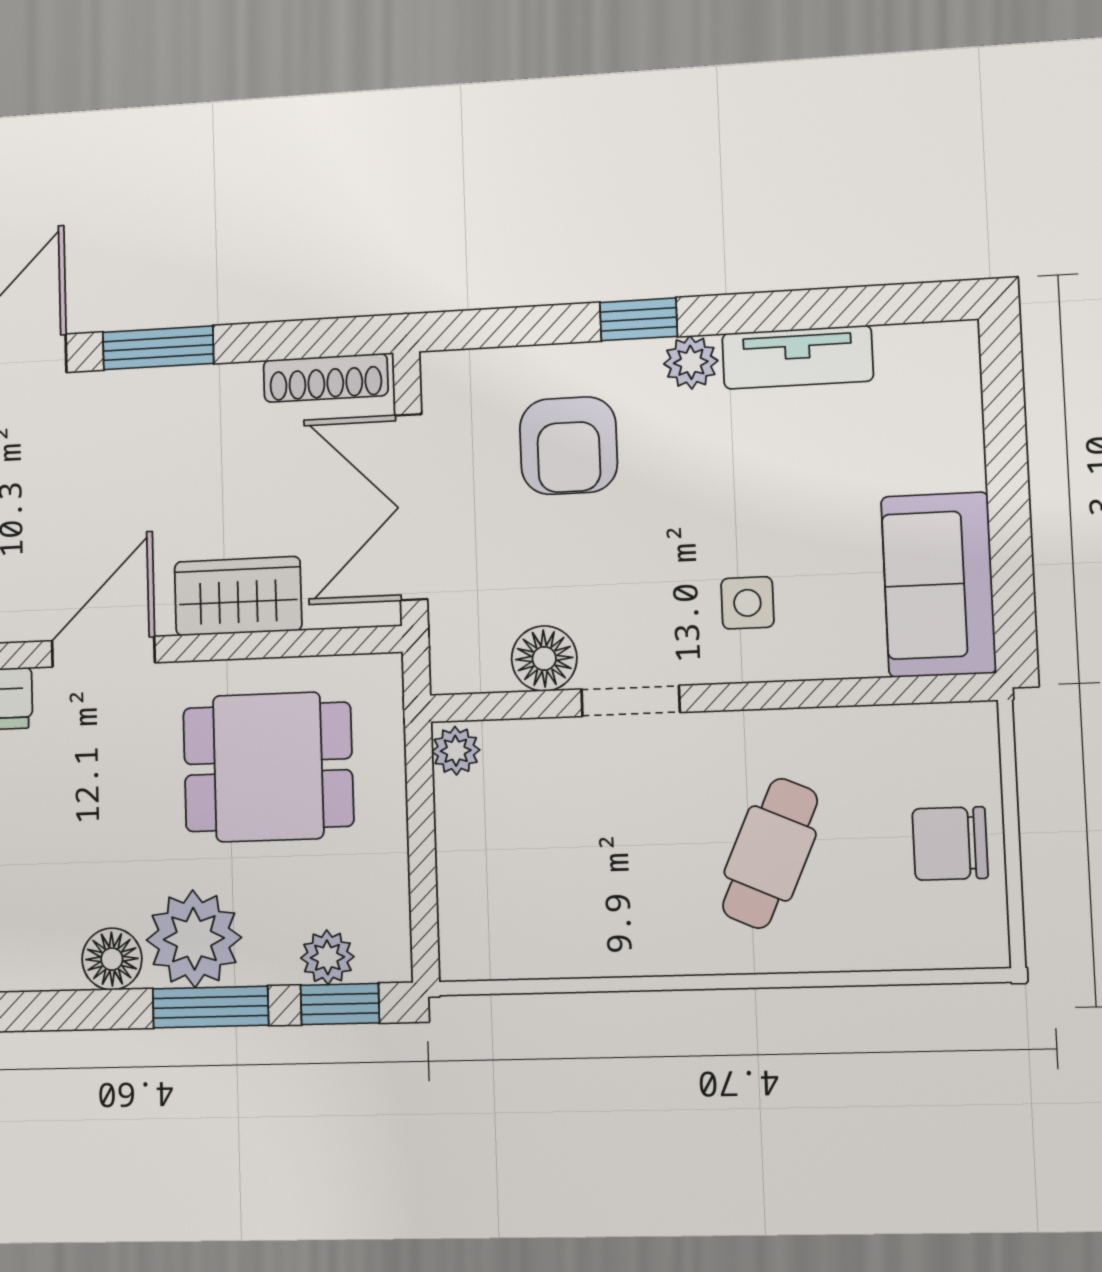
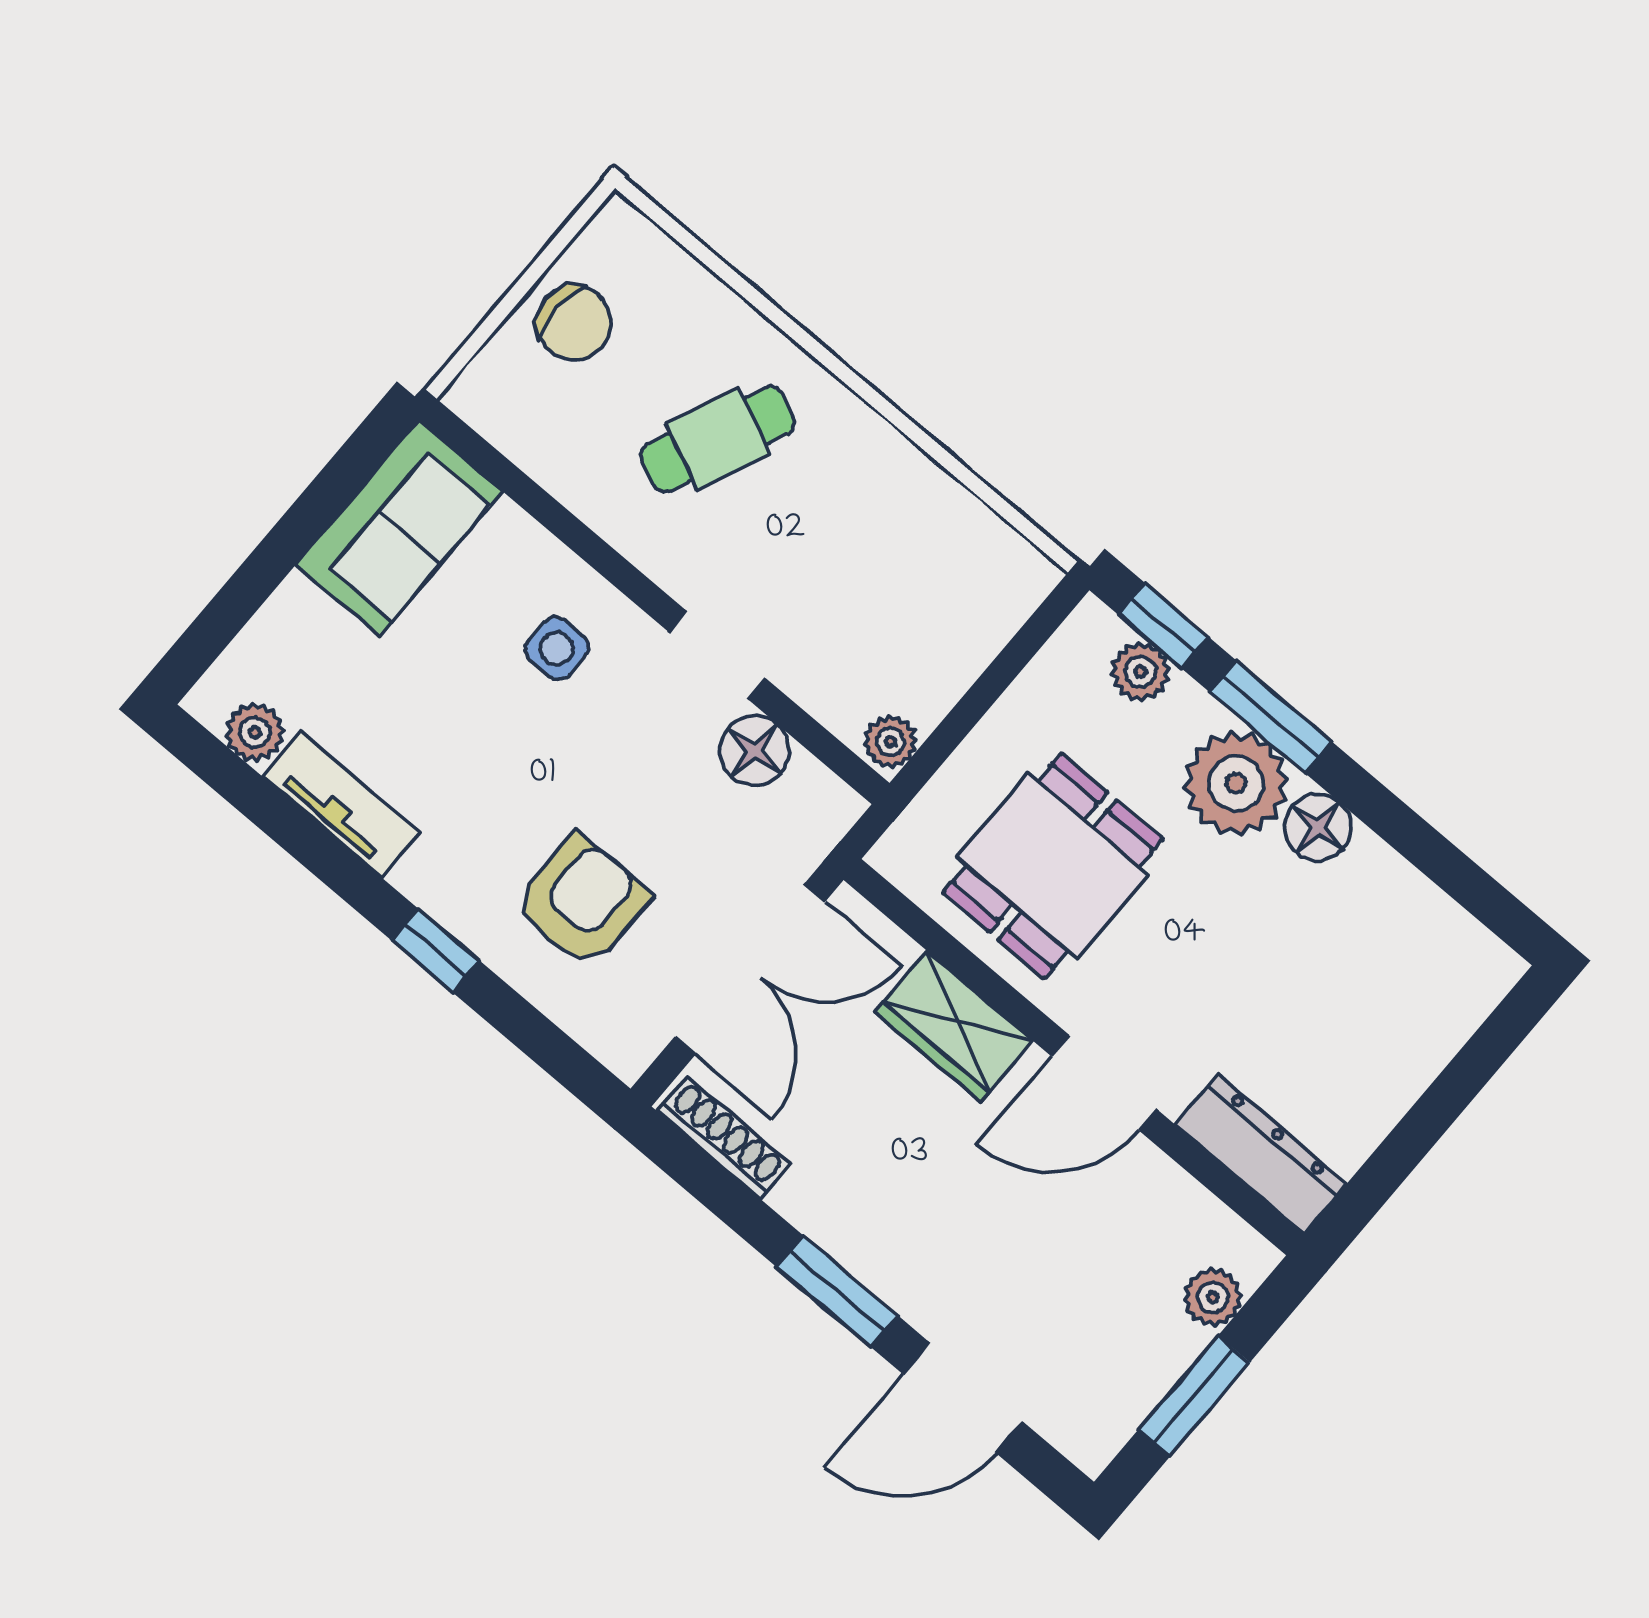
plant: (691, 362) -> (255, 732), moved
dining table: (268, 767) -> (1053, 866), turned 90

